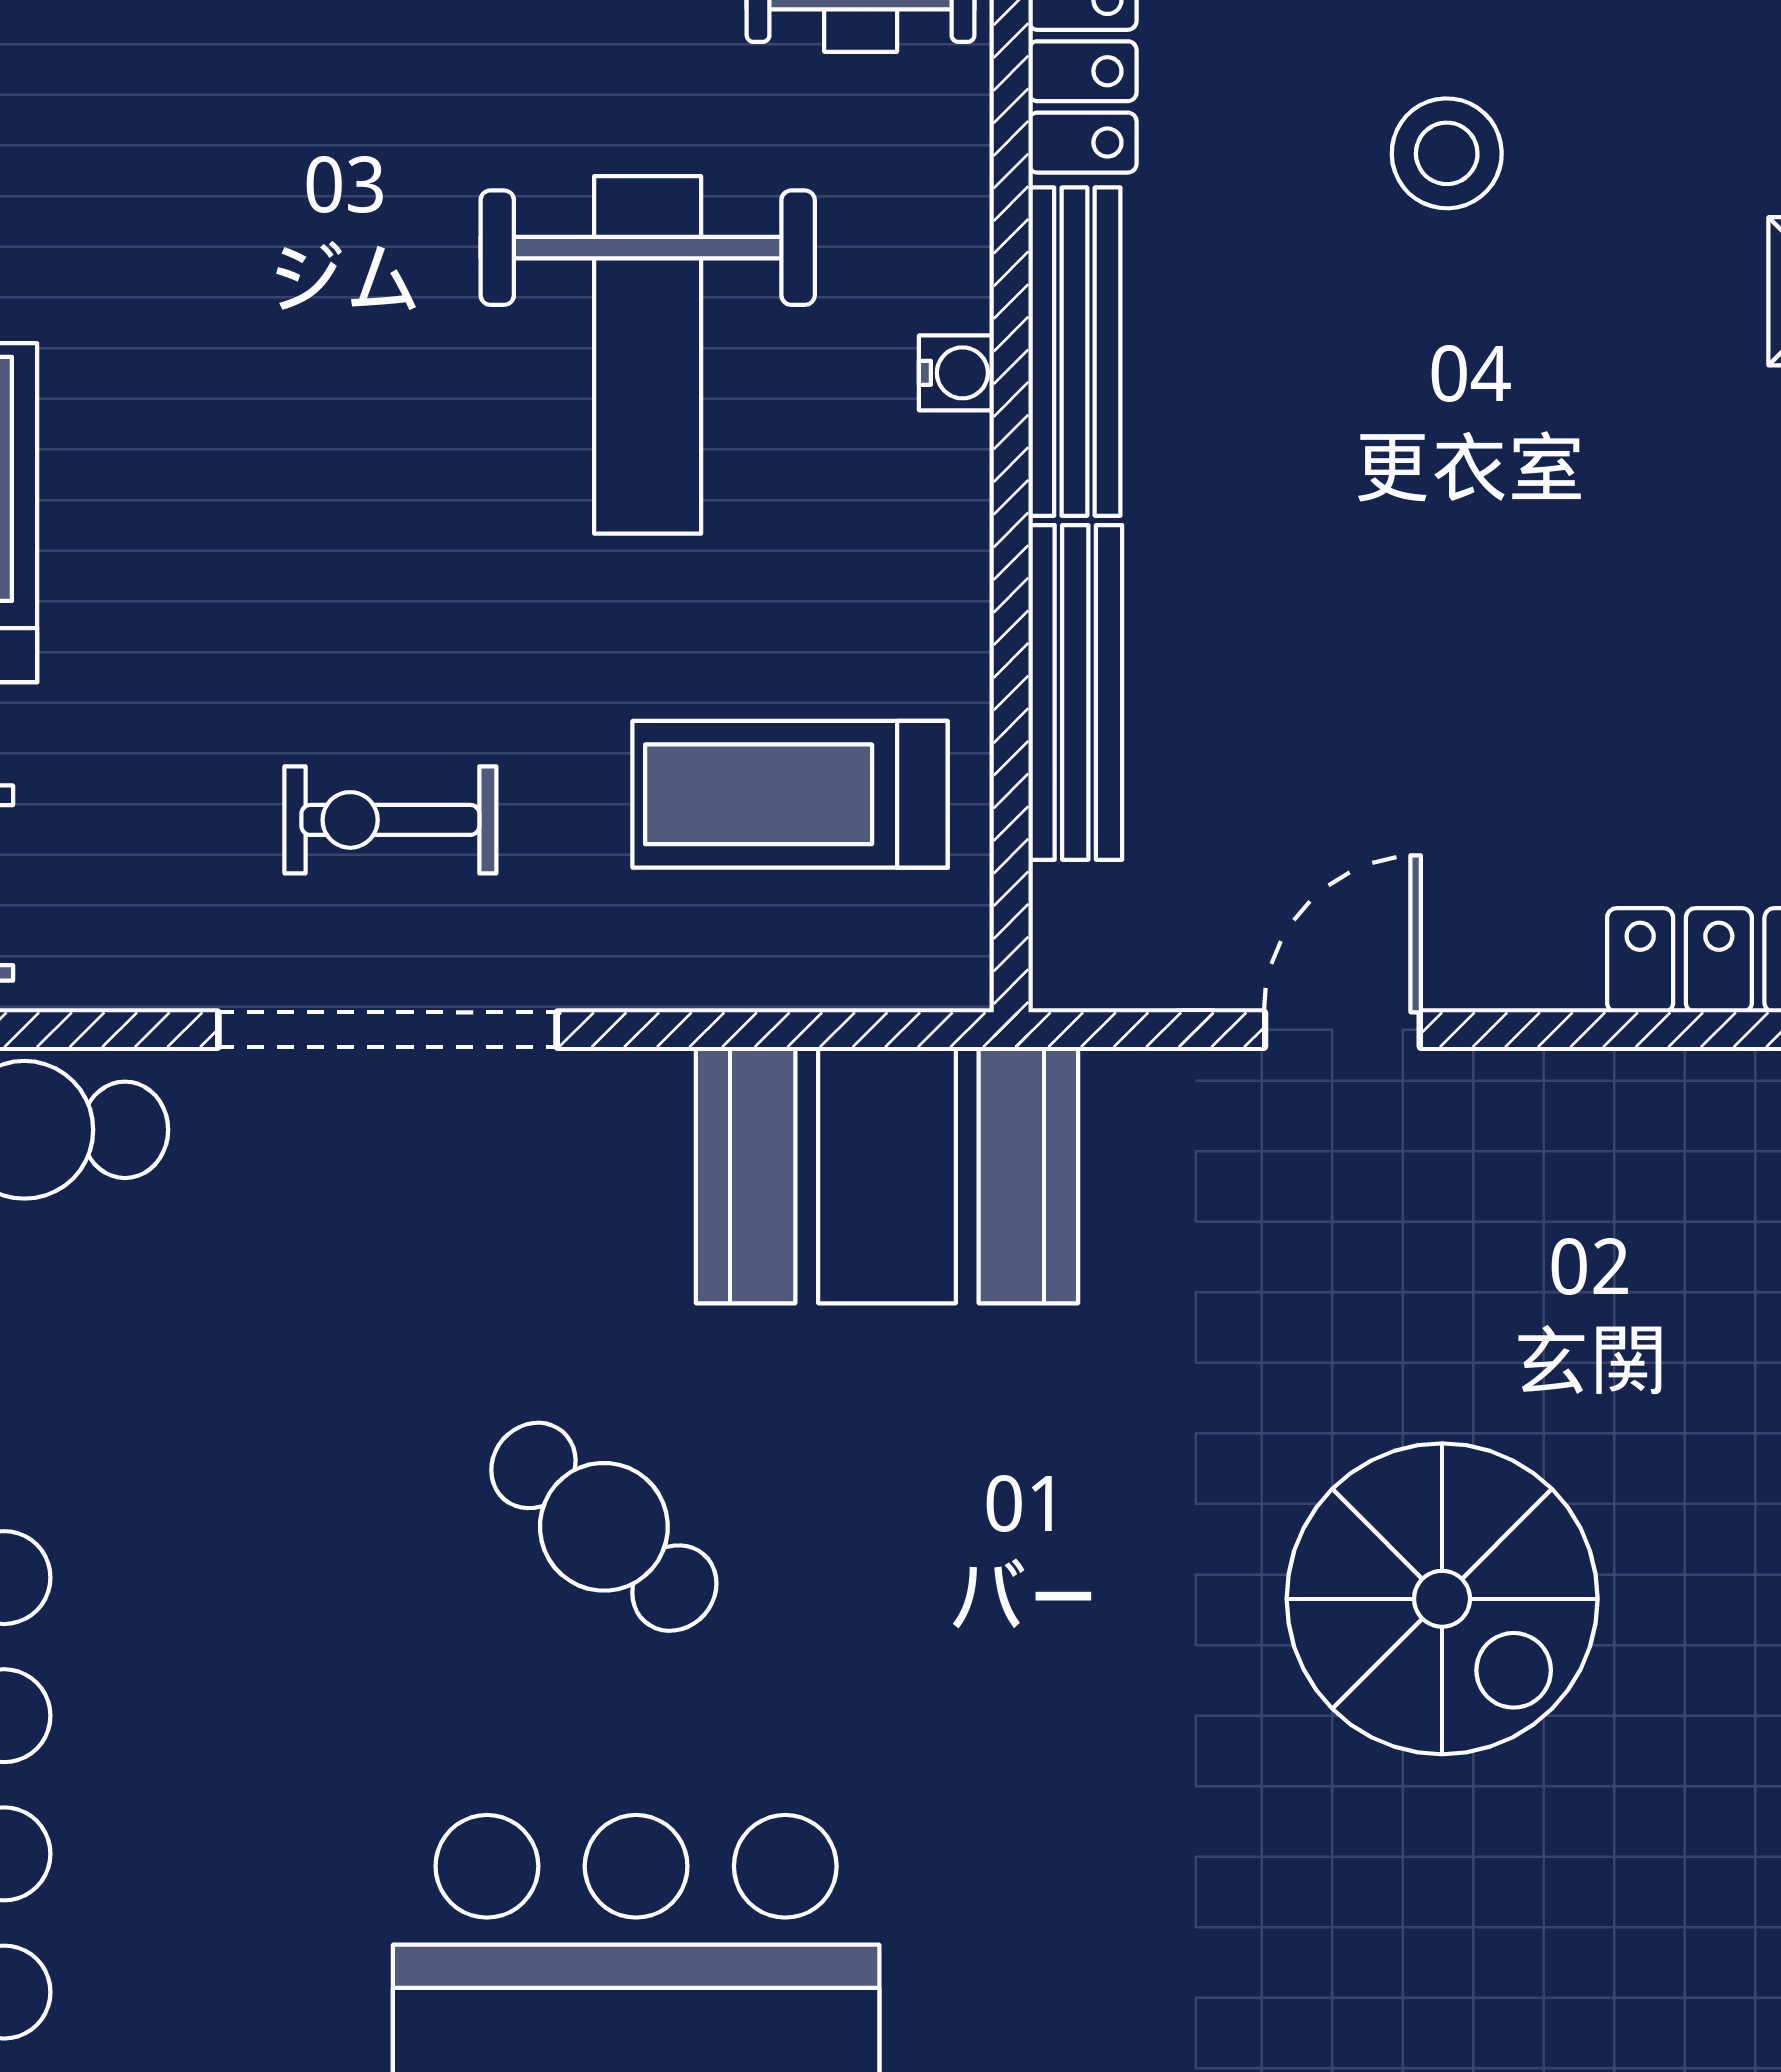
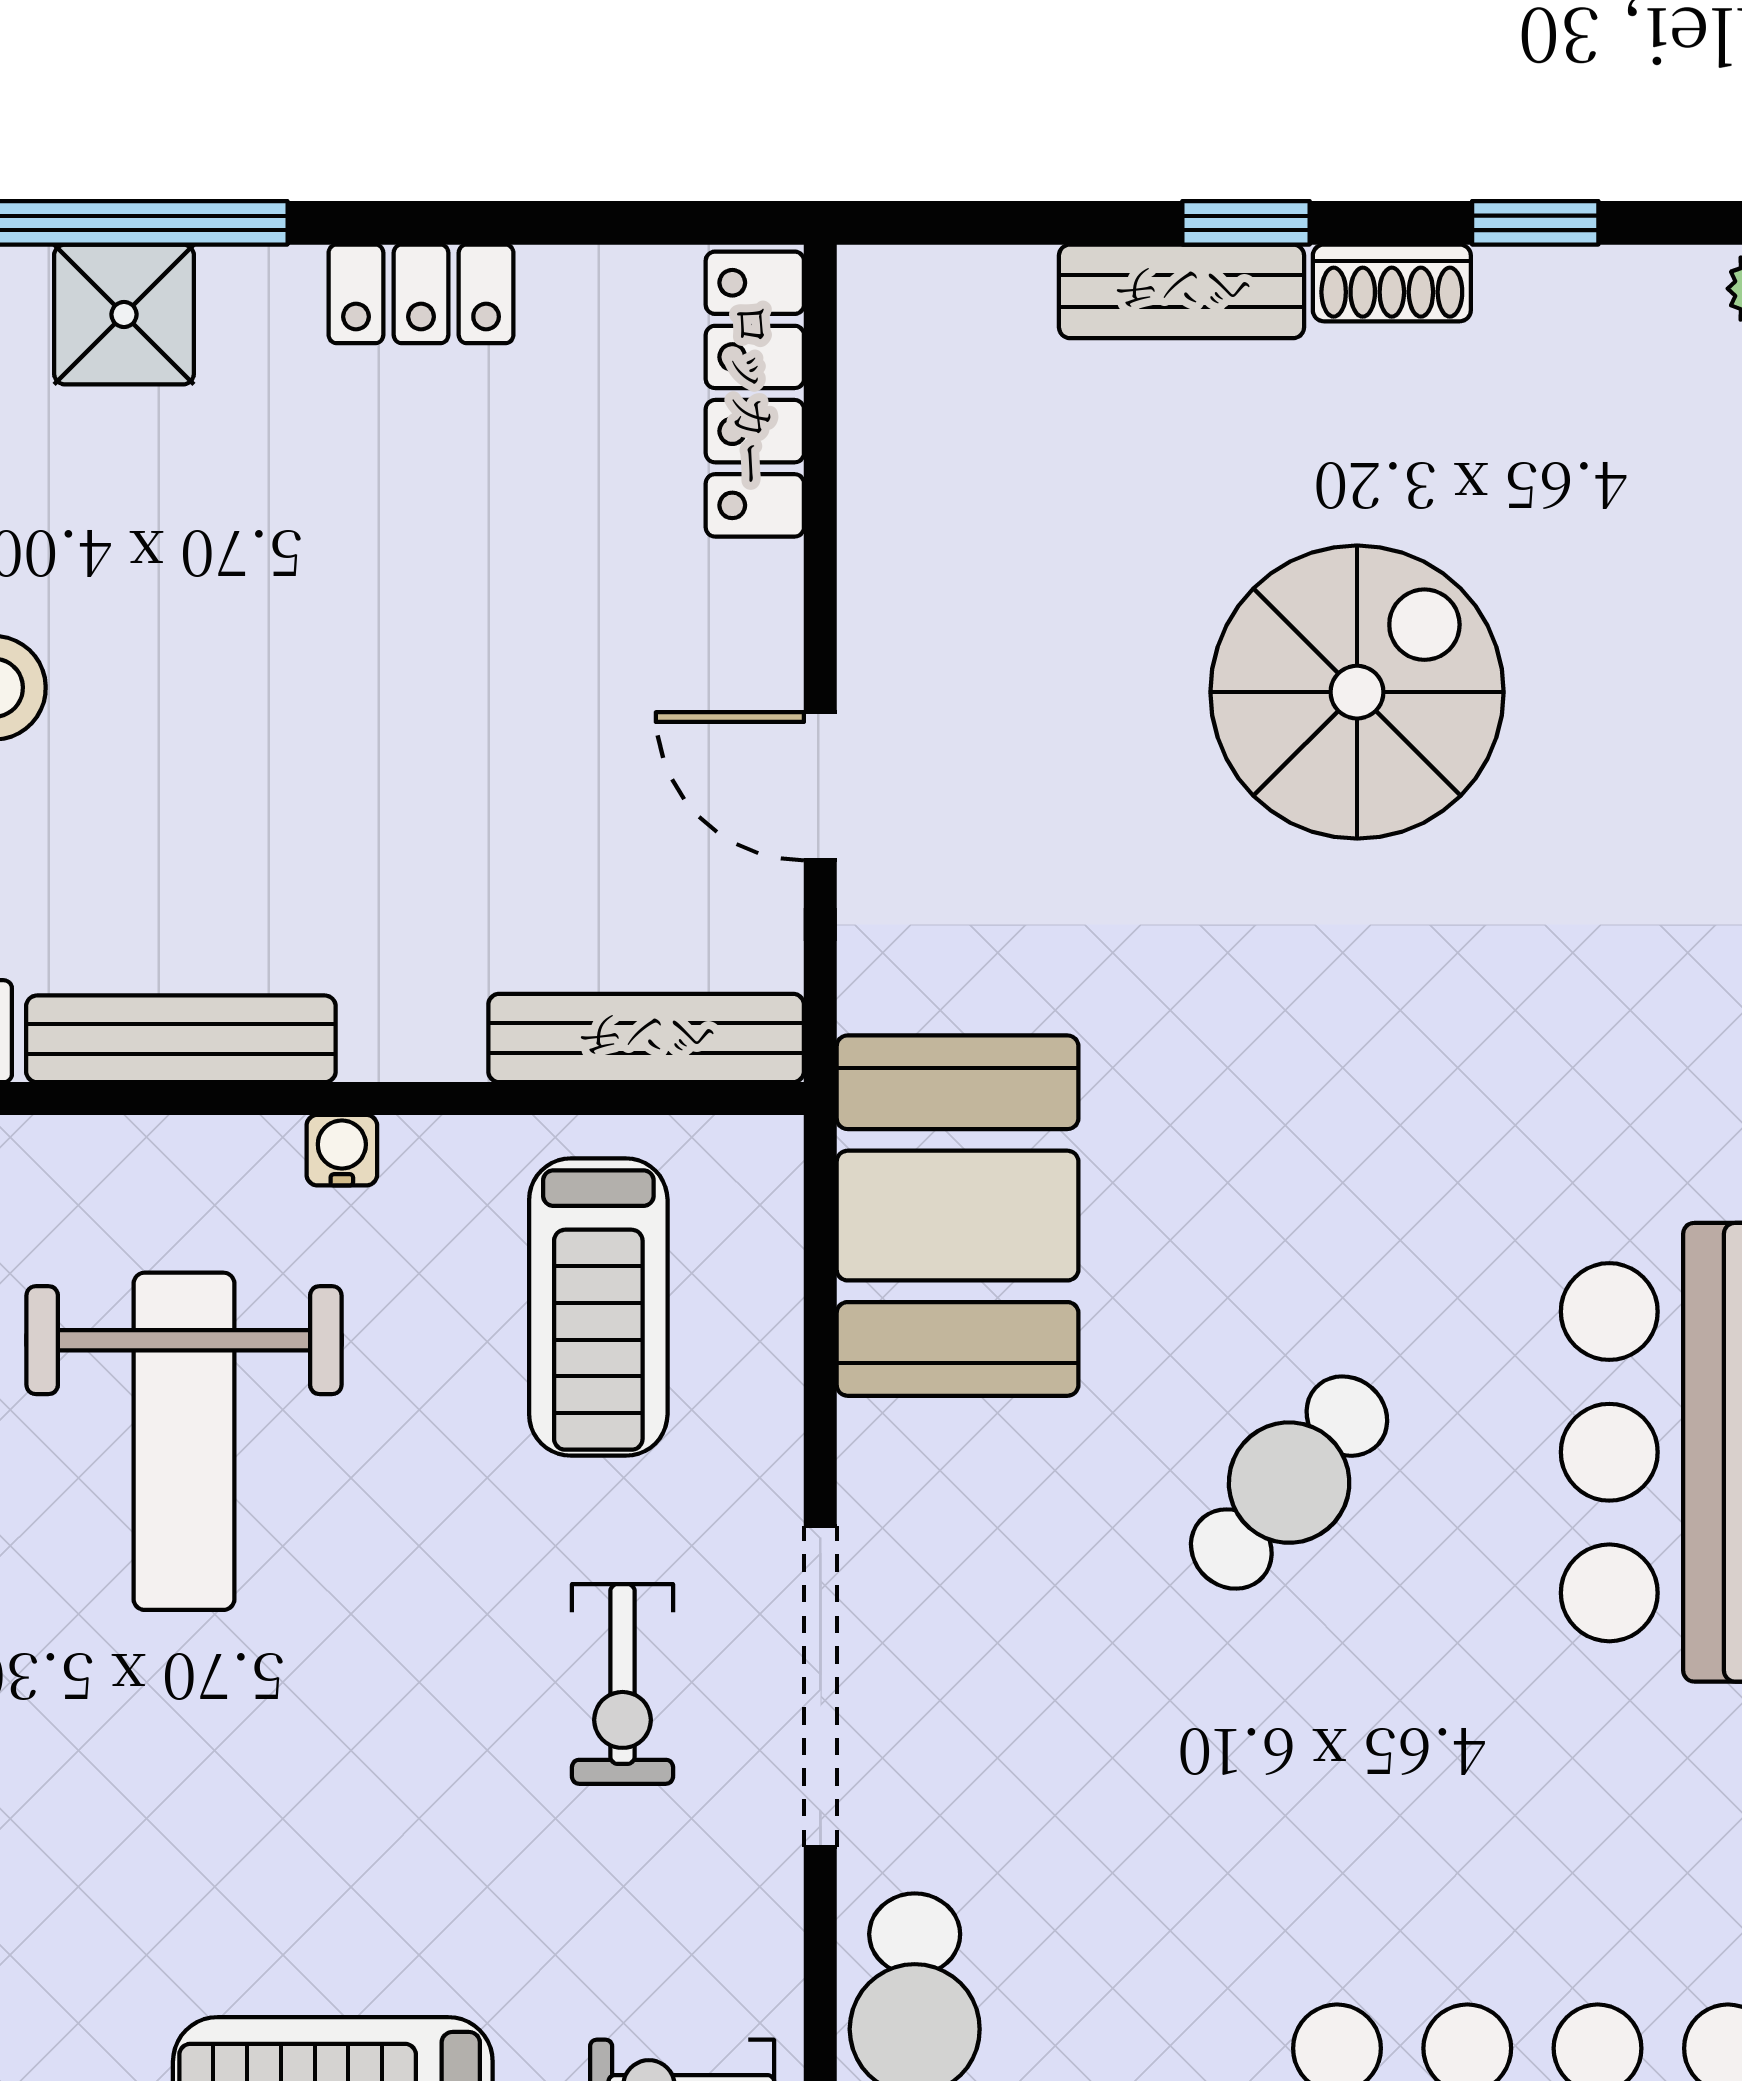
weight bench: (648, 355) -> (184, 1441), turned 90
water cooler: (956, 373) -> (342, 1150), moved
bench: (1075, 692) -> (646, 1038), moved

